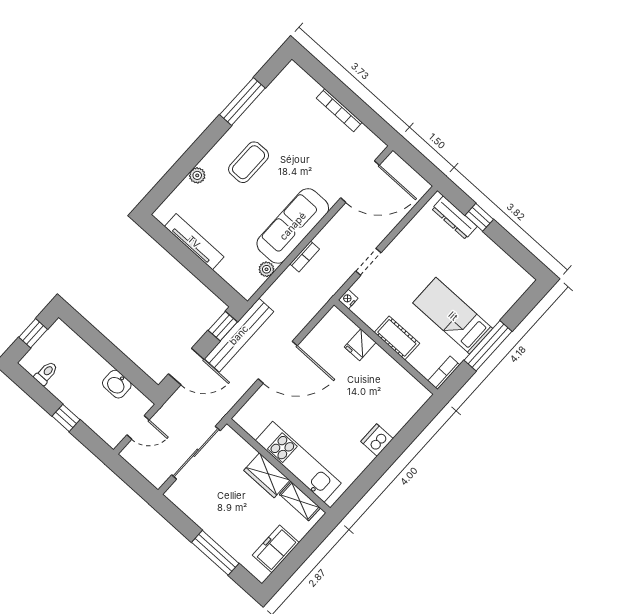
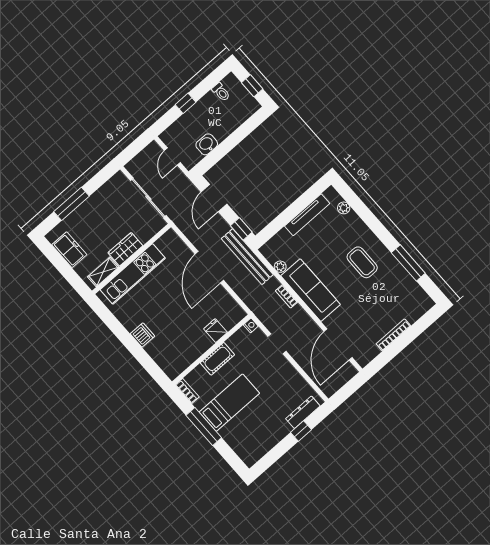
plant: (197, 175) -> (344, 208), moved
bench: (239, 335) -> (247, 257), moved

